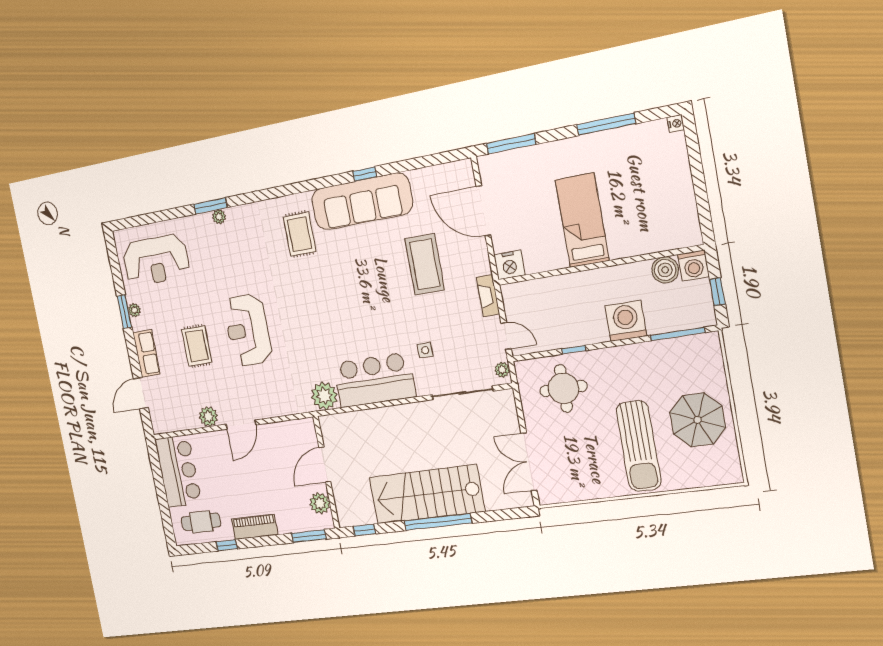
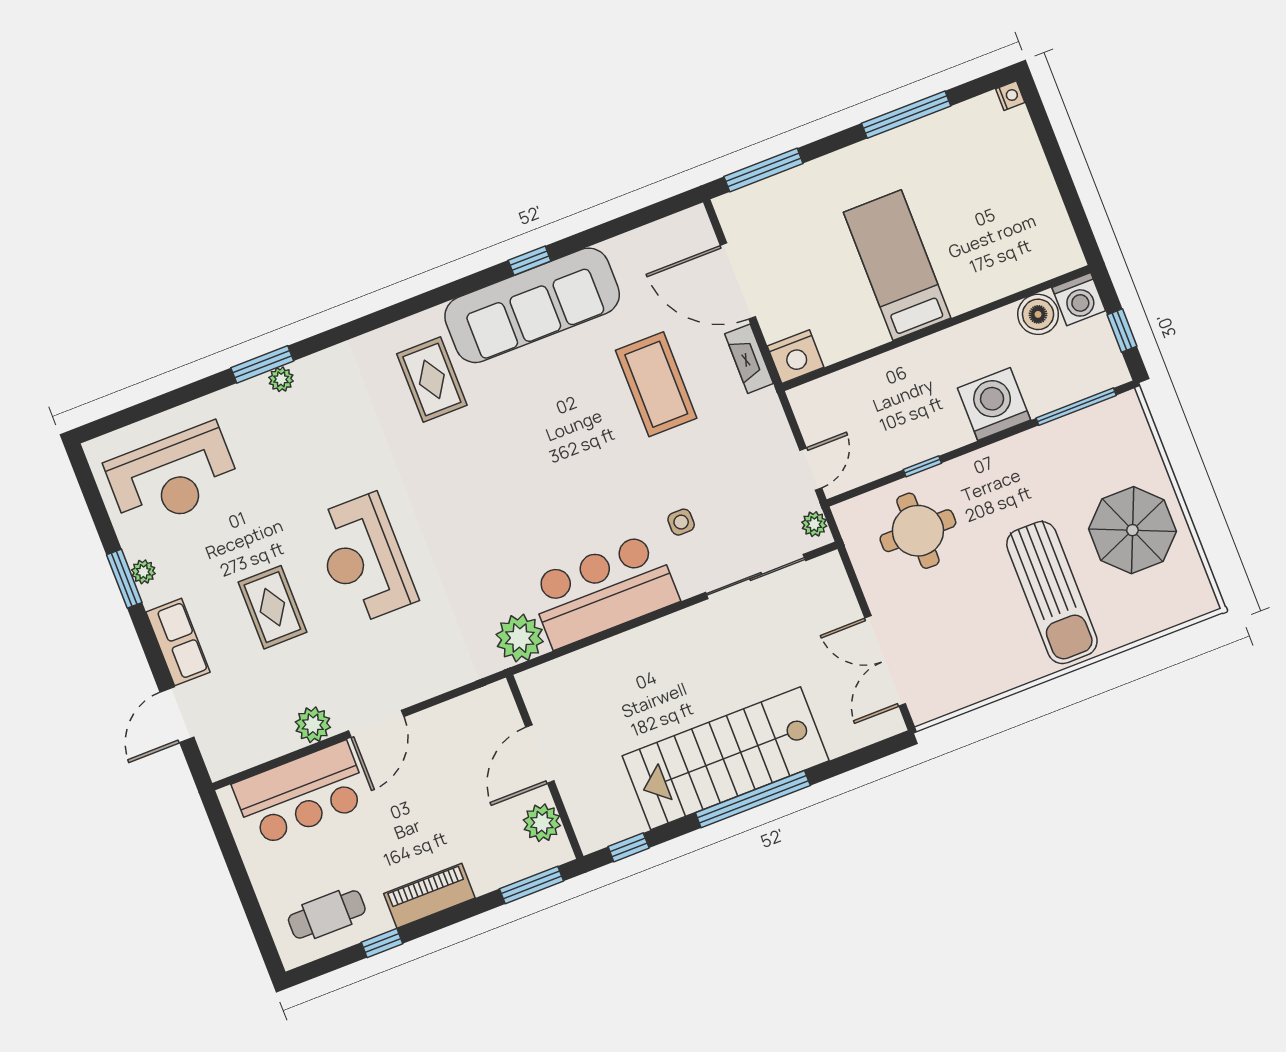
fireplace: (488, 296) -> (749, 359), moved
door: (506, 336) -> (811, 469), hinge flipped
bar counter: (178, 471) -> (301, 794), moved, turned 90

